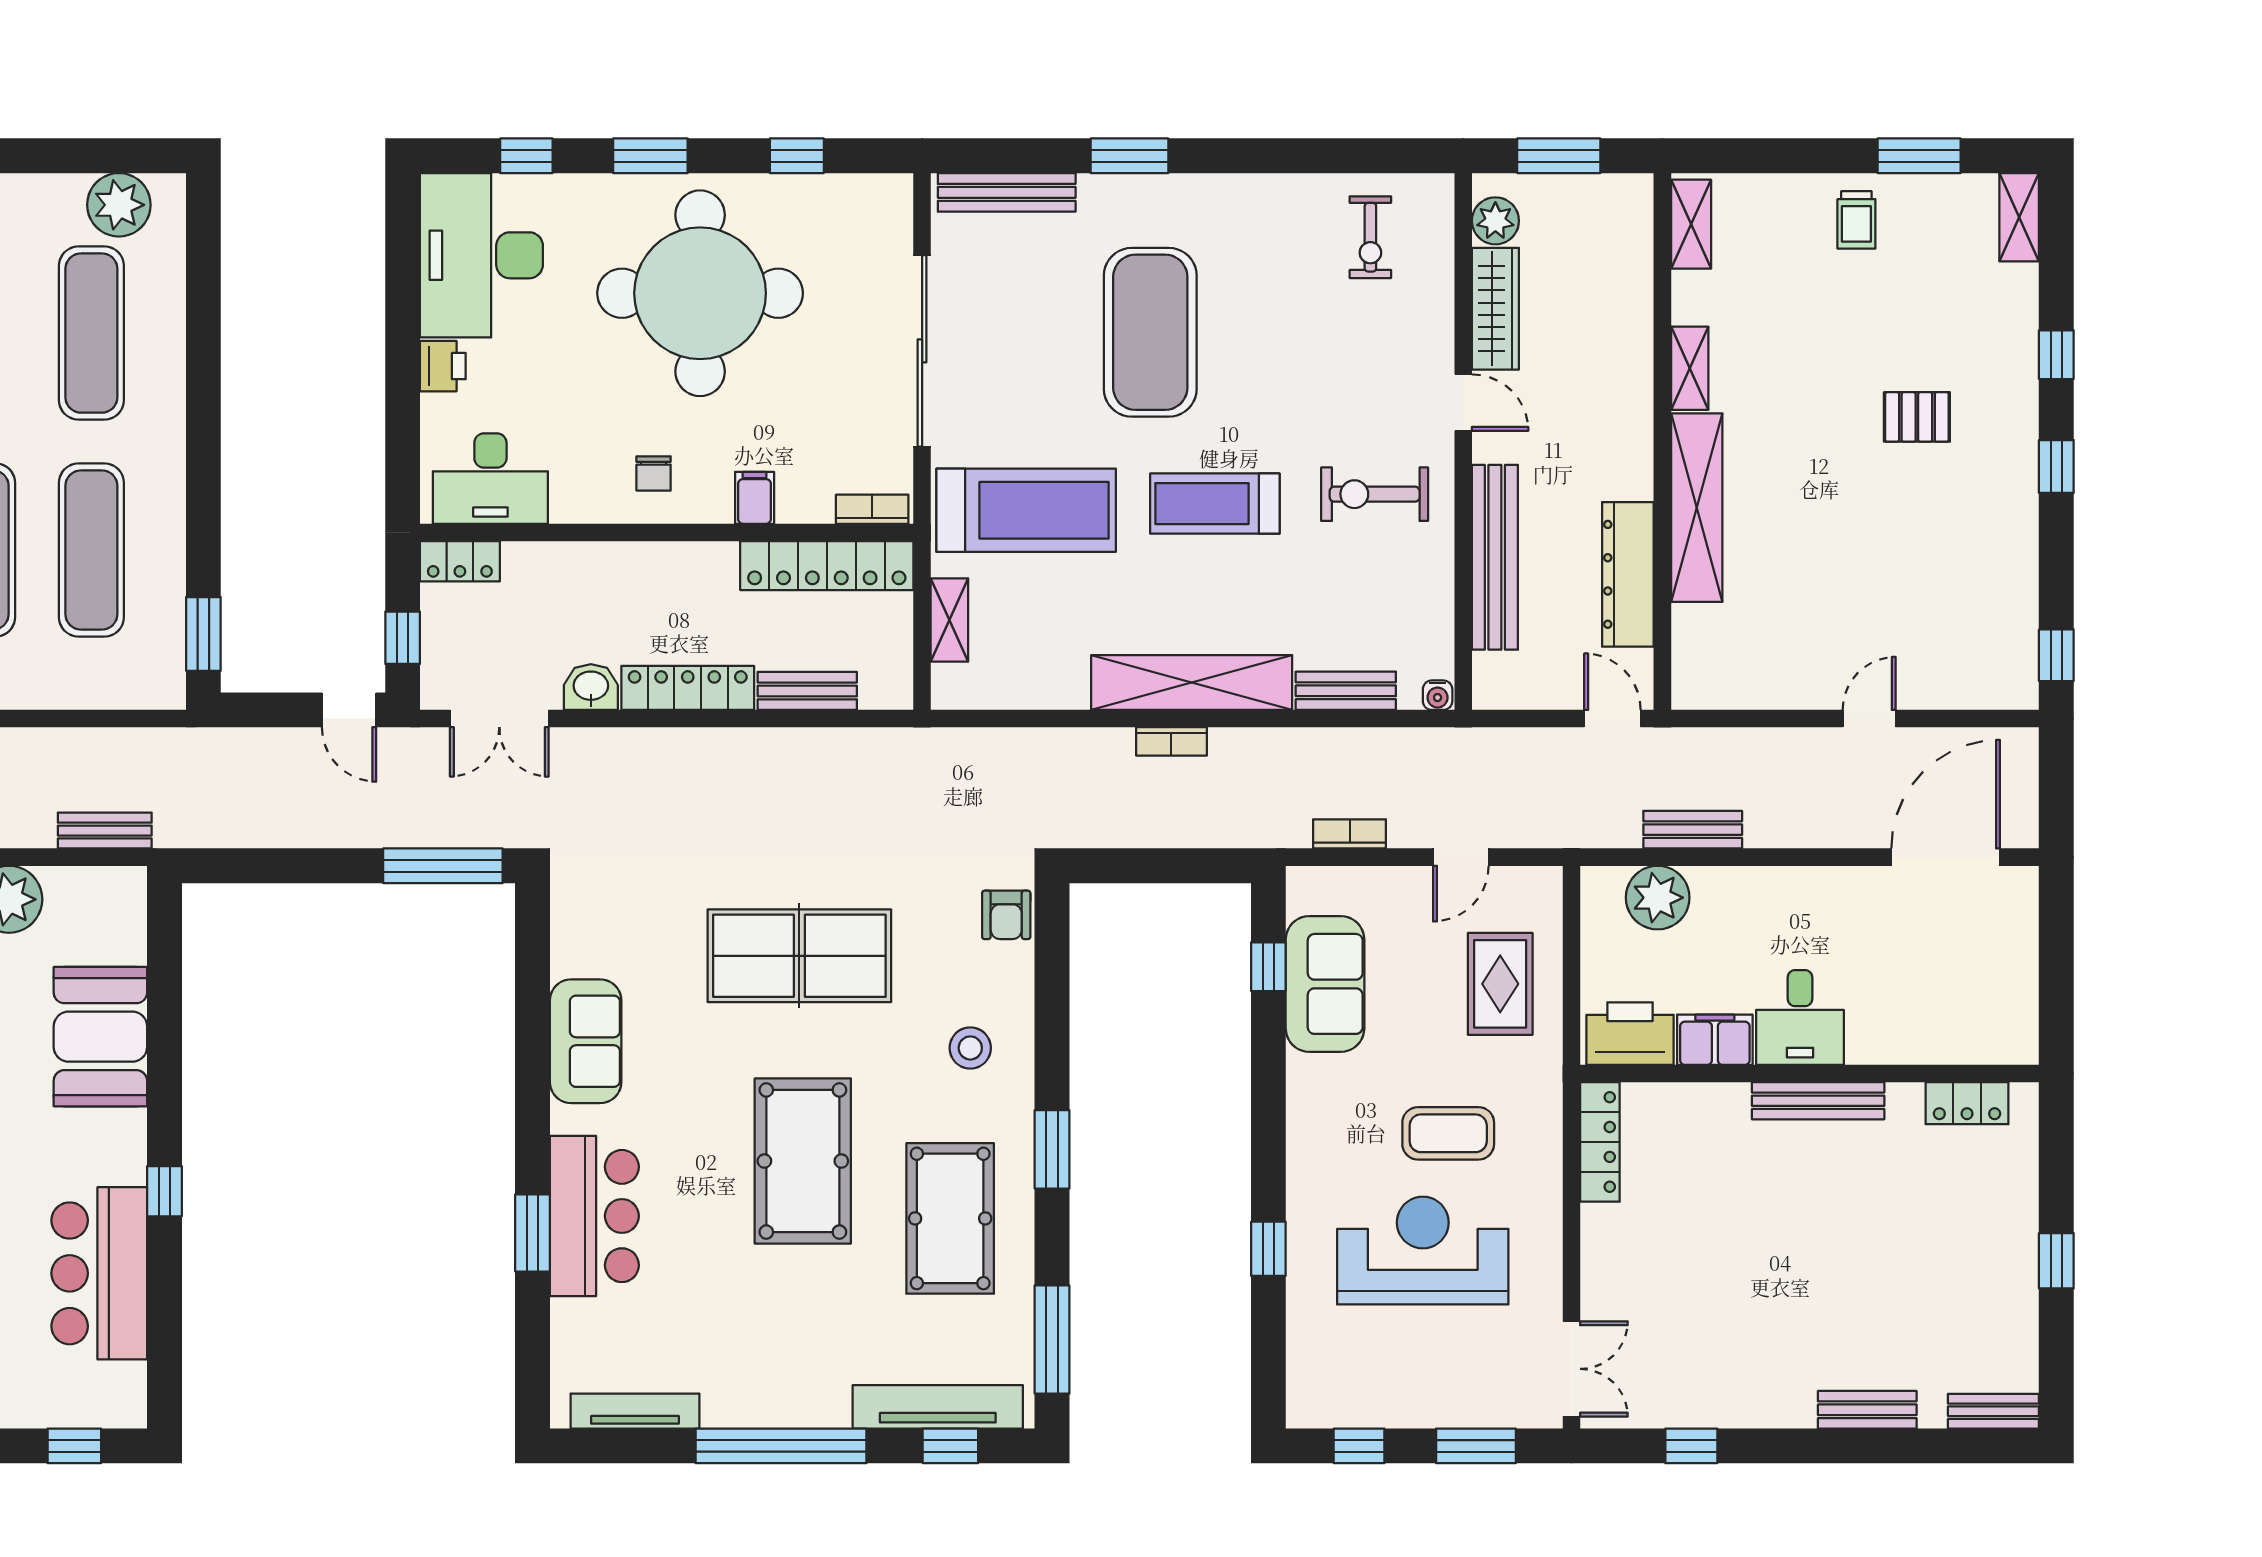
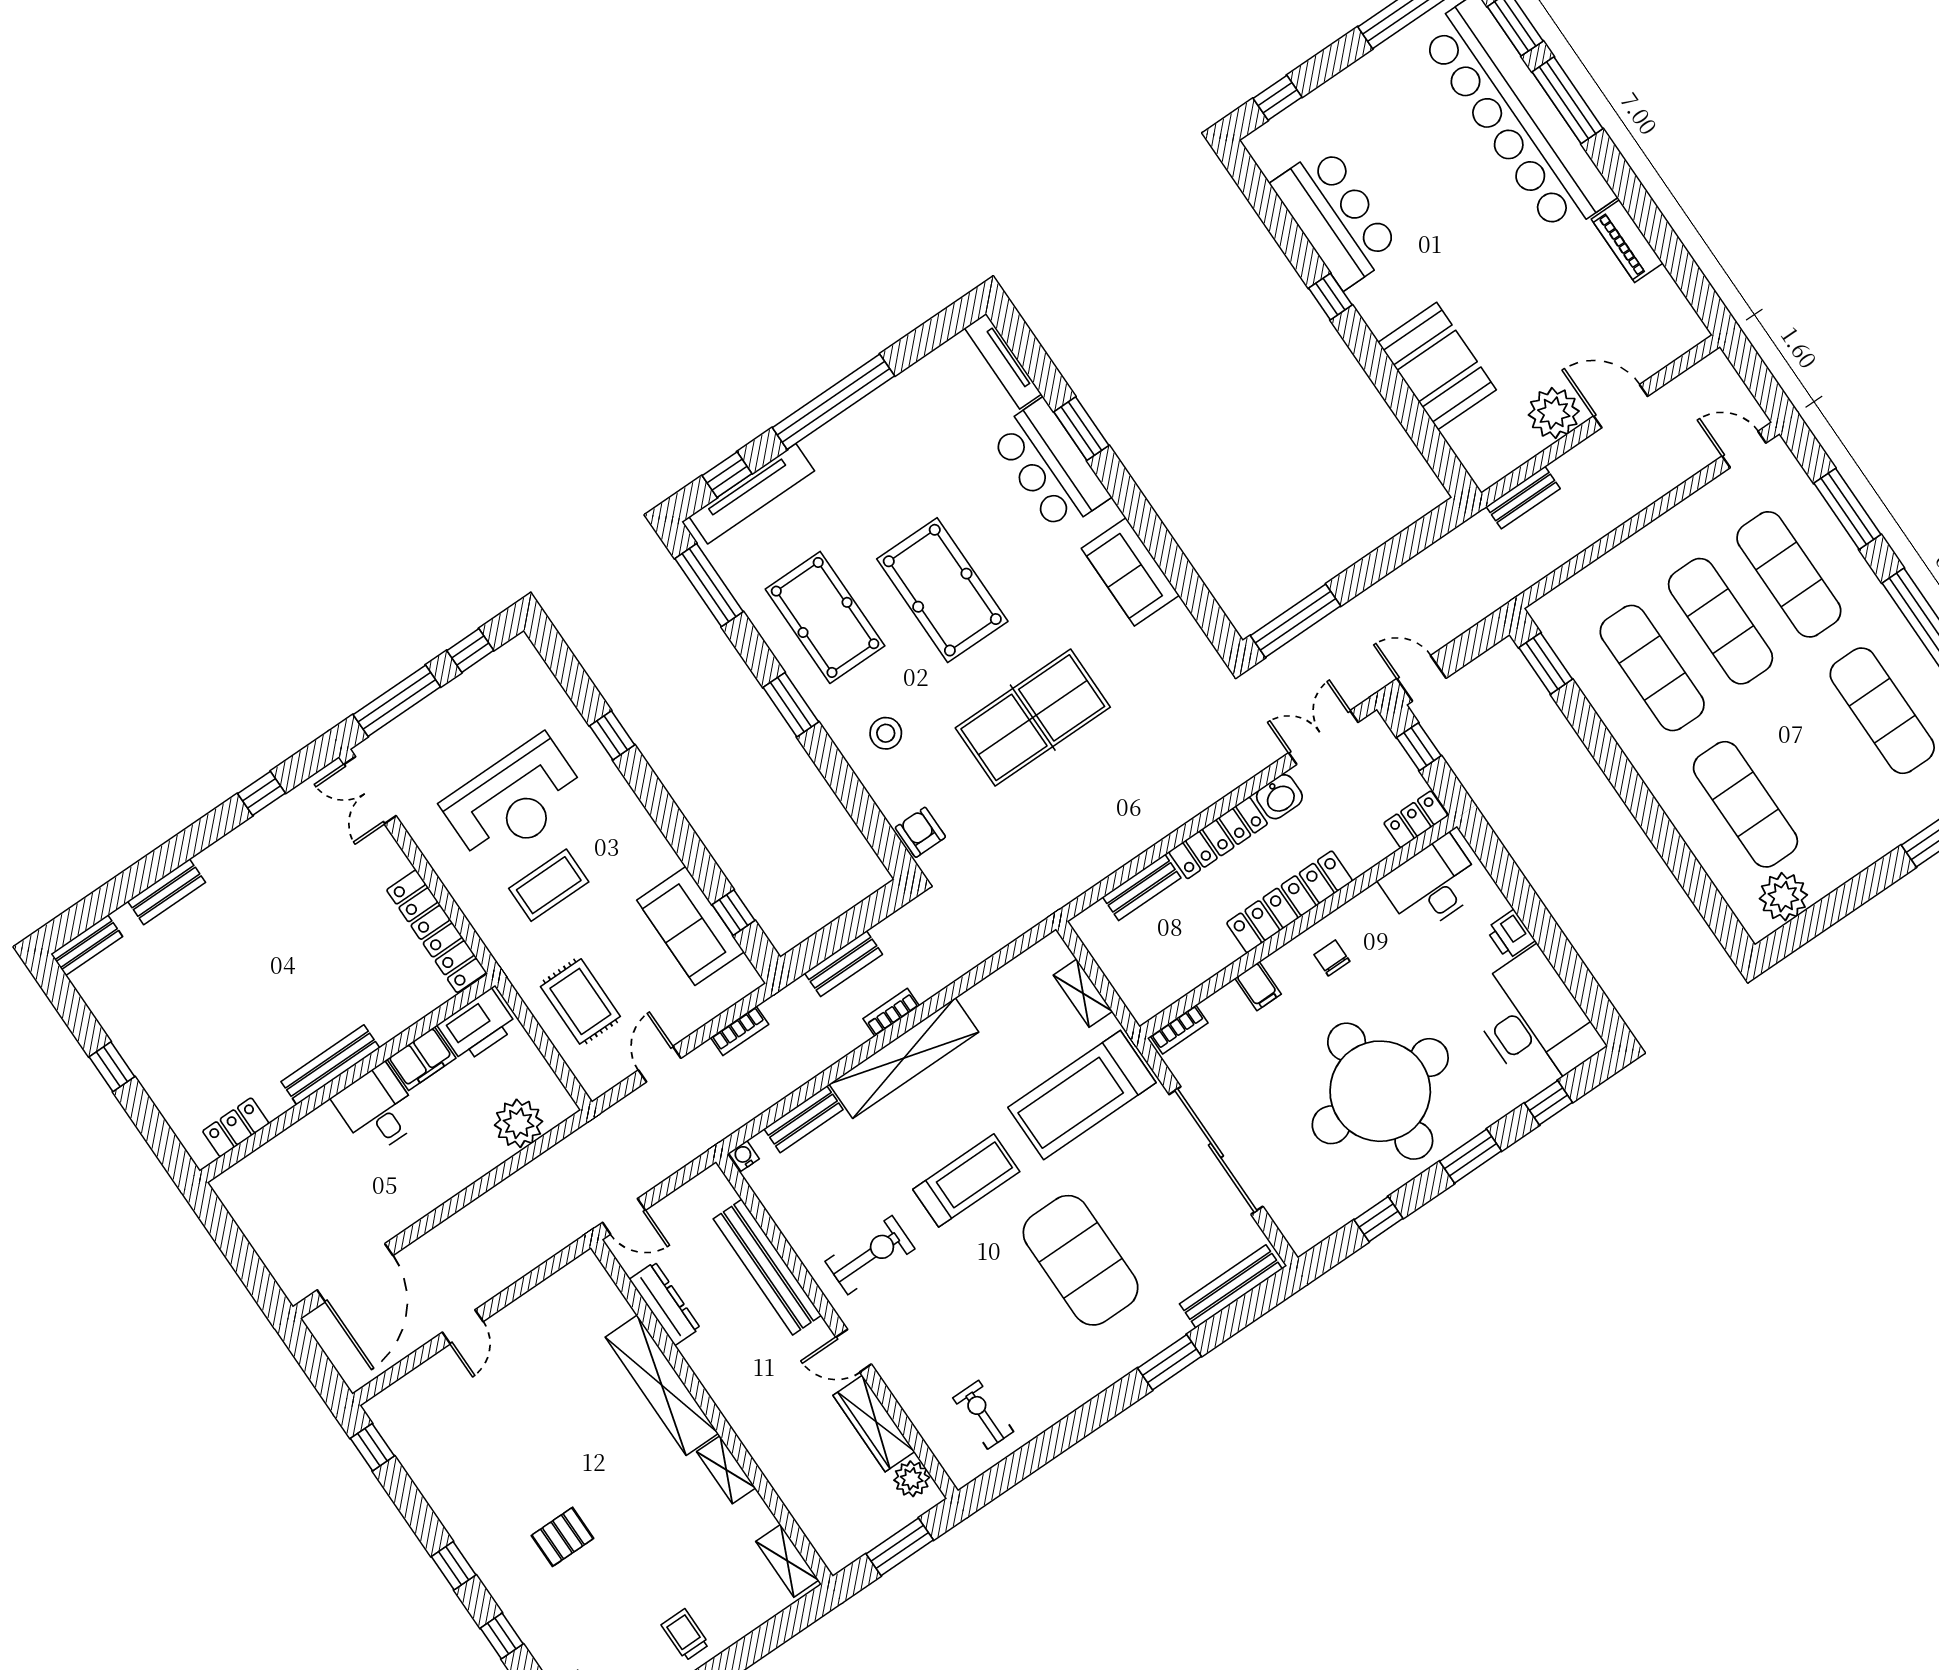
locker: (827, 566) -> (1290, 902), moved
dresser: (1628, 574) -> (665, 1304), width x0.73, depth x0.80
bench: (1693, 830) -> (843, 964), moved
locker: (1600, 1142) -> (437, 931), width x1.41, depth x1.21
tv unit: (635, 1411) -> (1003, 361), moved, turned 90
window: (1476, 1446) -> (397, 701), width x1.44

